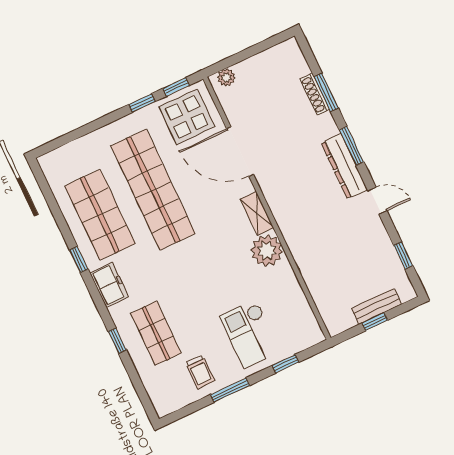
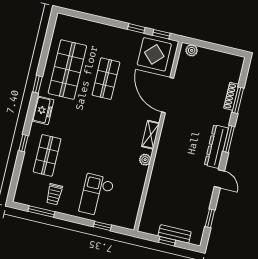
shop shelf: (153, 190) -> (106, 79), width x0.50, depth x0.74
plant: (267, 251) -> (145, 160), width x0.53, depth x0.53
window: (230, 390) -> (41, 212), moved

